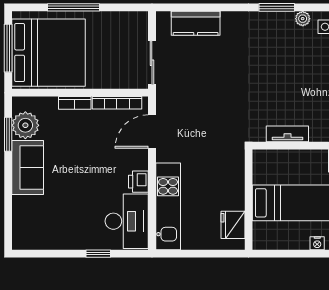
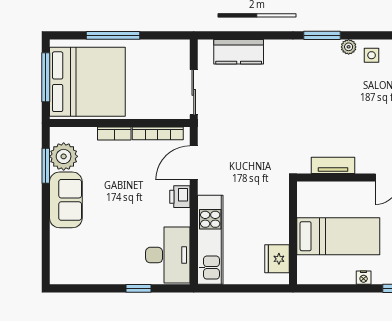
printer: (138, 182) -> (180, 197), moved

